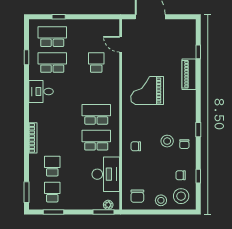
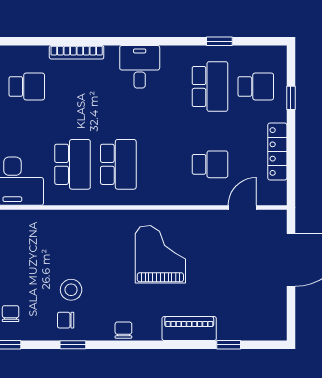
locker: (89, 24) -> (277, 151), added
school desk: (52, 37) -> (256, 86), width x0.54
desk: (41, 92) -> (140, 67), moved
window: (198, 130) -> (73, 345), moved
chair: (136, 146) -> (123, 330), moved

